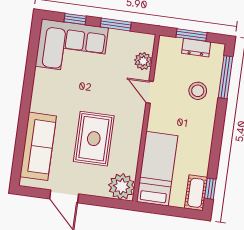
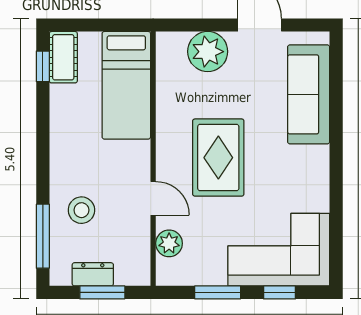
rug: (94, 139) -> (218, 158), moved
plant: (122, 186) -> (208, 52), moved

